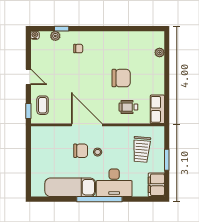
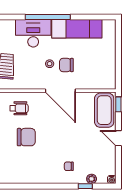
chair: (121, 78) -> (26, 137), turned 180
coffee table: (43, 105) -> (104, 110), width x1.86, depth x1.72

